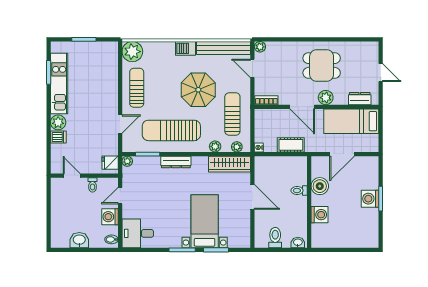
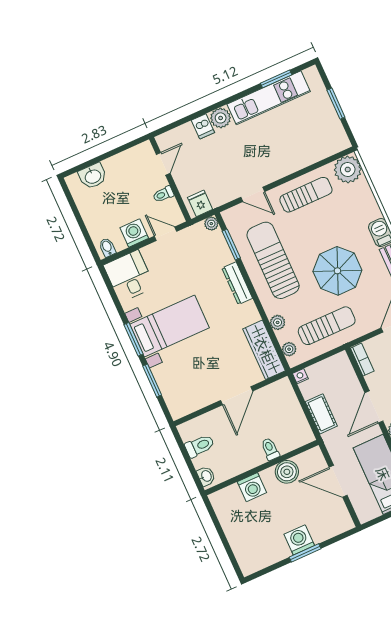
bed with nightstands: (205, 221) -> (170, 326), moved
washbasin: (79, 240) -> (93, 176), moved, turned 90

